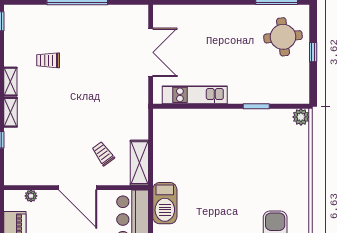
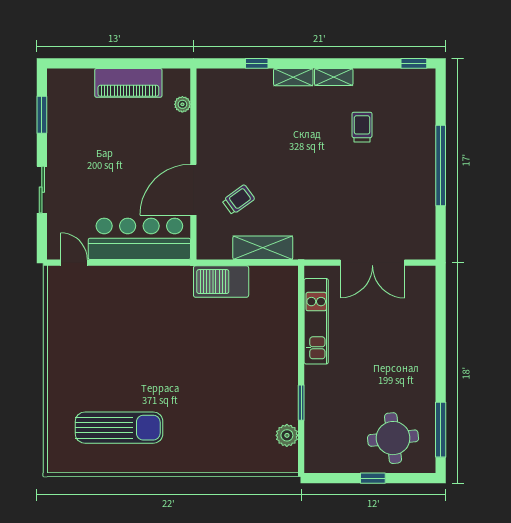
plant: (301, 117) -> (287, 435), moved
shelving: (139, 163) -> (263, 248), moved
door: (78, 188) -> (193, 190), moved
barbecue: (165, 203) -> (221, 282), moved

